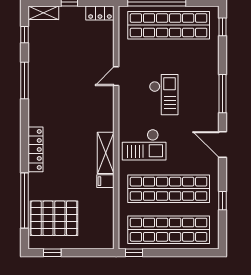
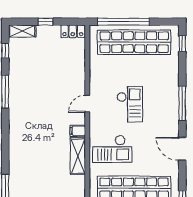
door: (116, 76) -> (87, 104), moved
locker: (36, 149) -> (15, 153), removed
filing cabinet: (105, 181) -> (78, 131), moved

